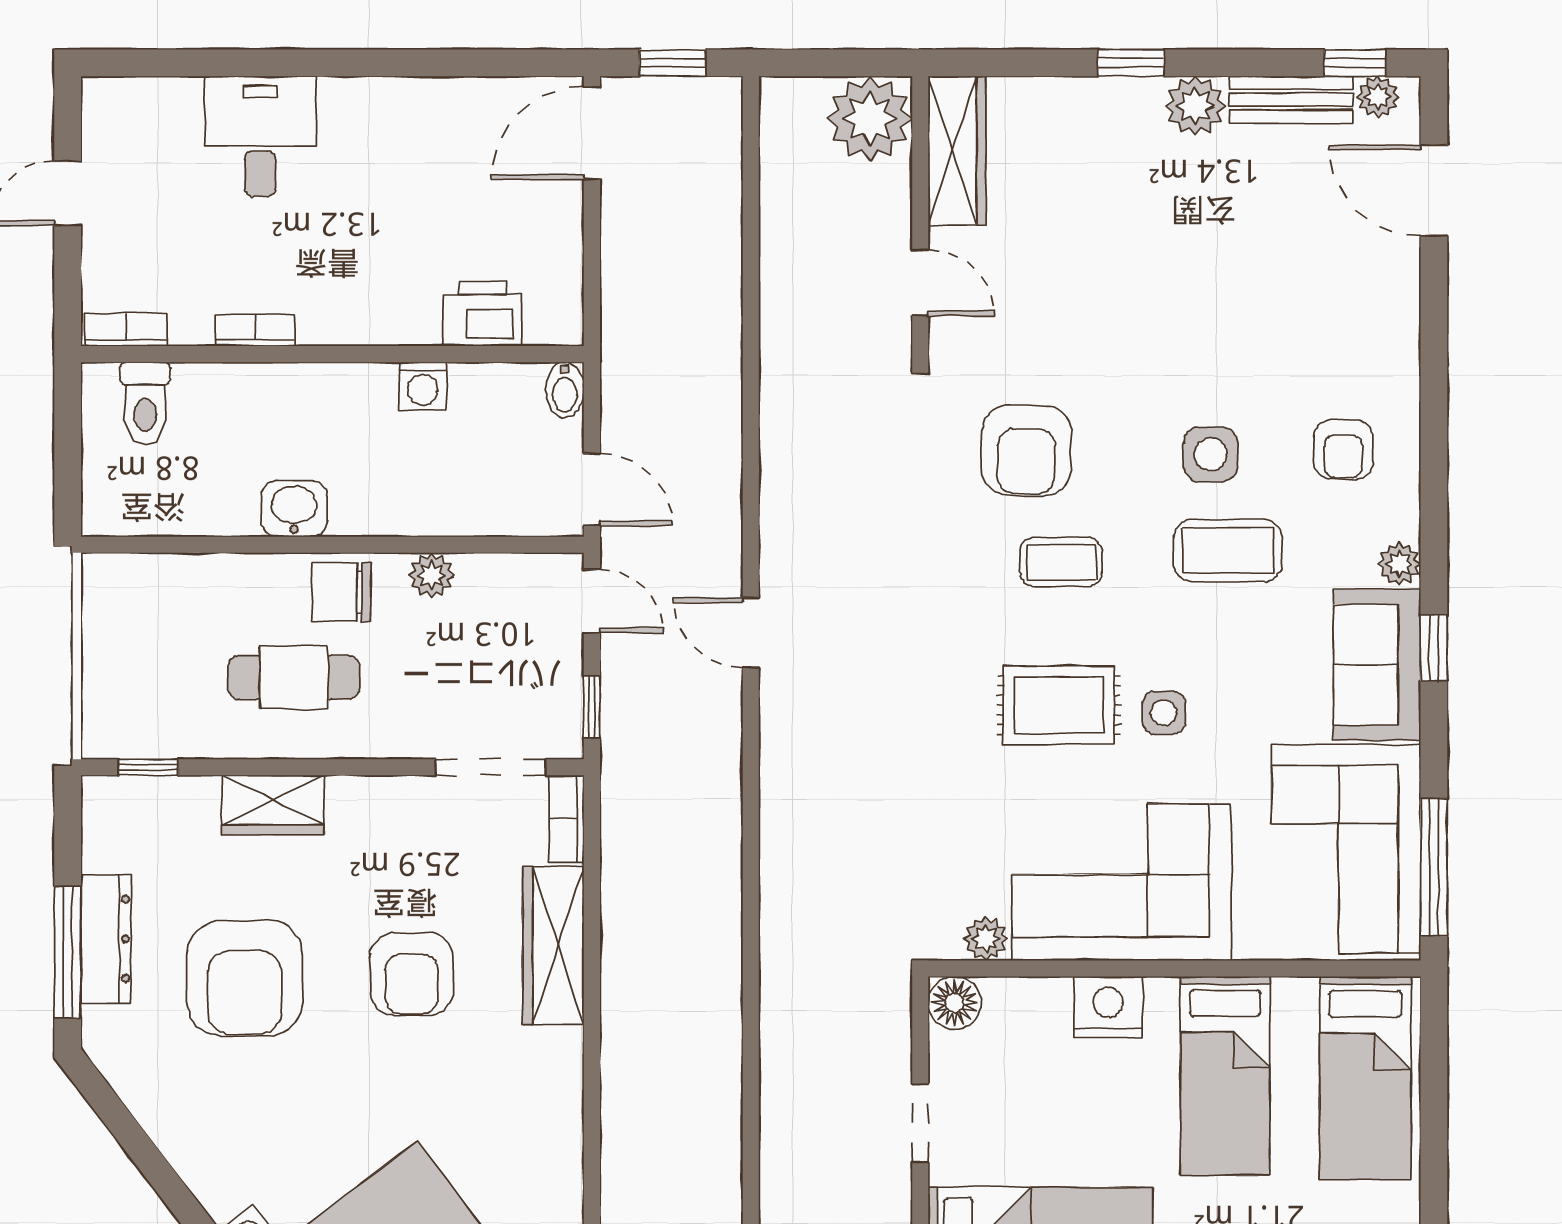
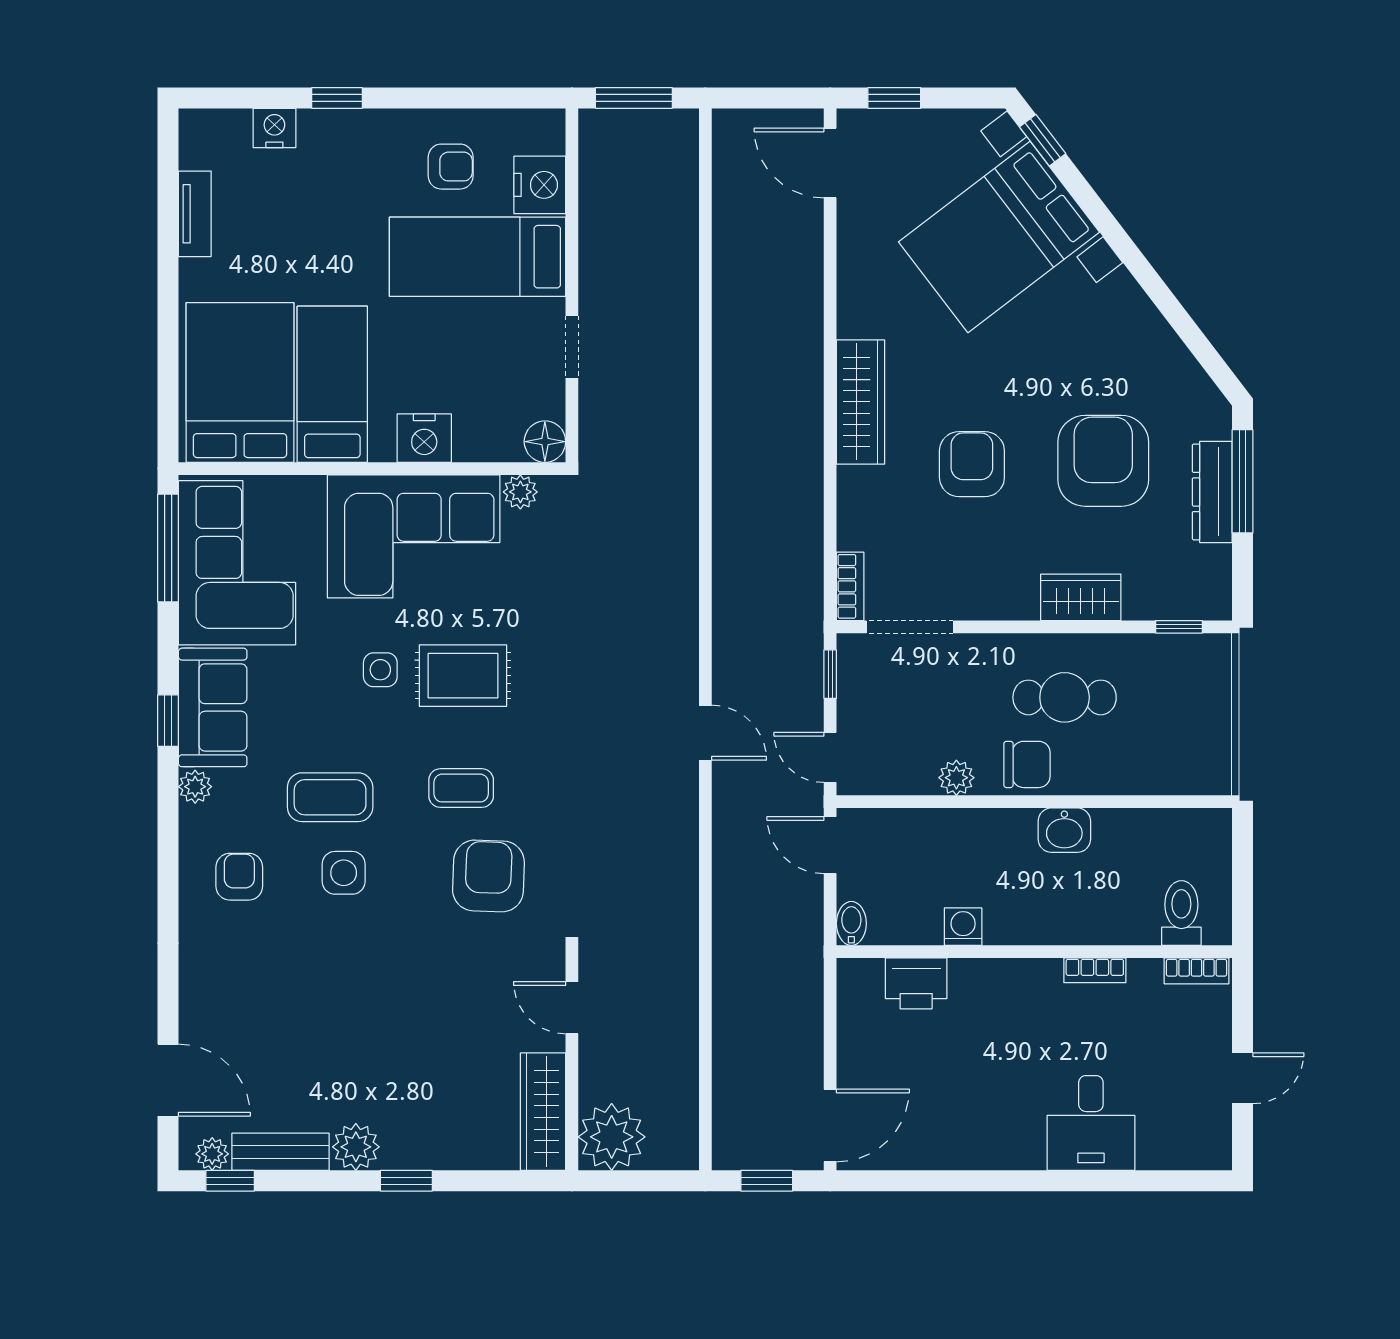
wardrobe: (553, 946) -> (860, 402), moved
bed: (1365, 1078) -> (240, 382), width x1.50

